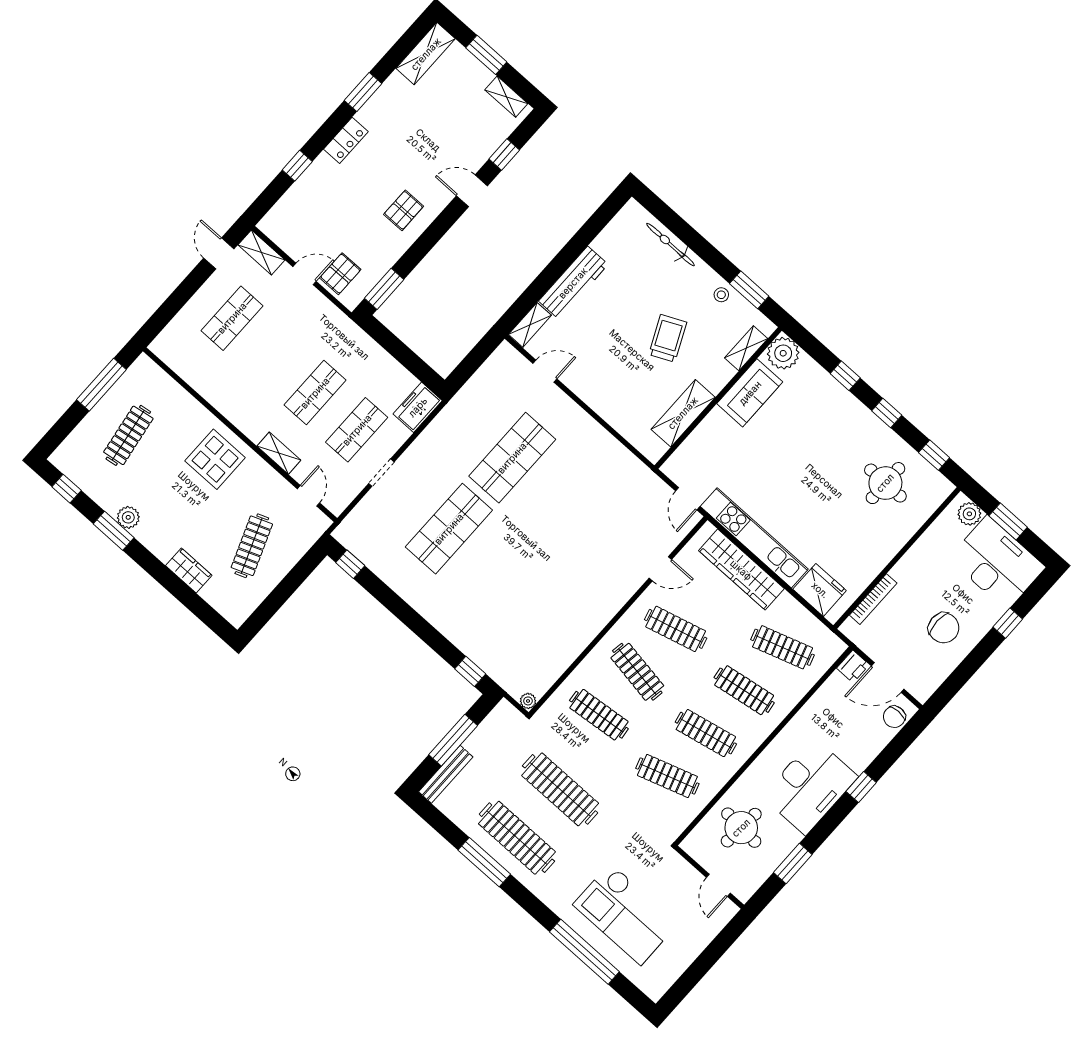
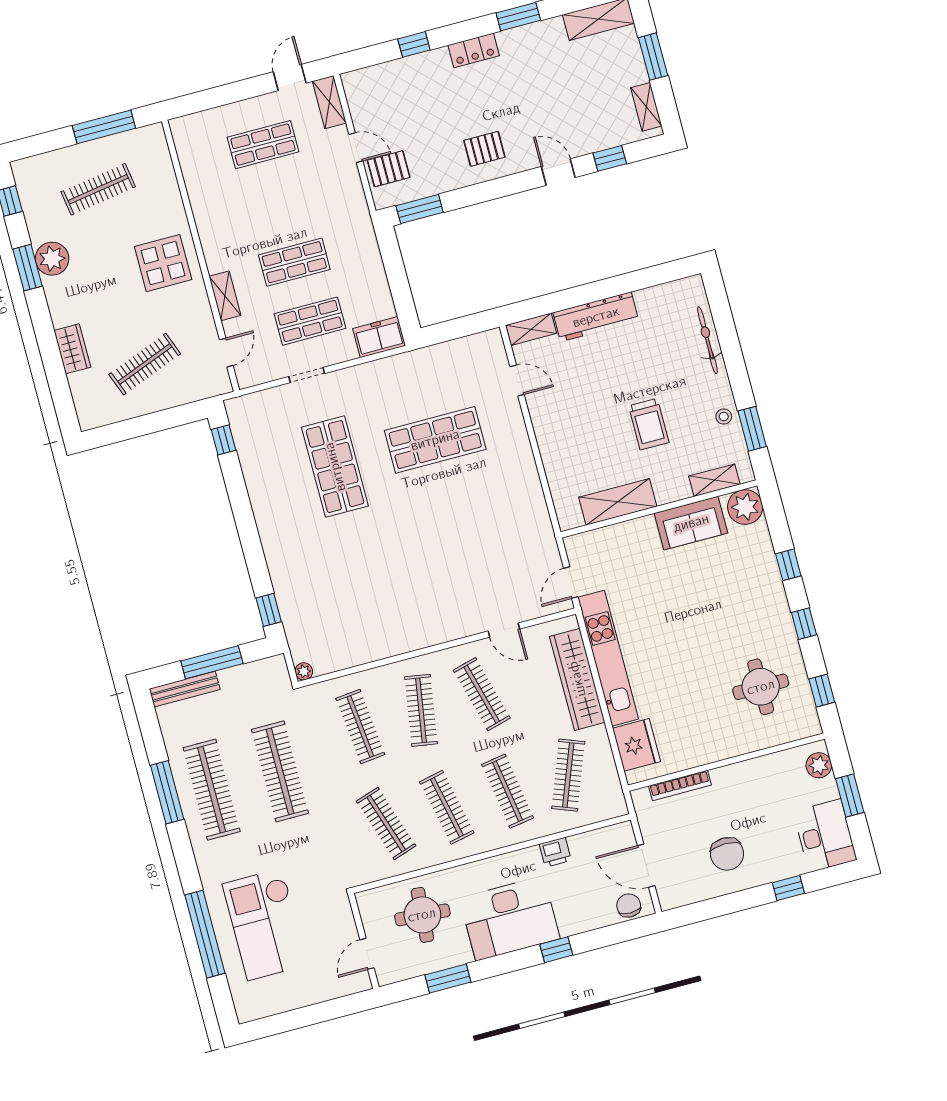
trolley: (668, 338) -> (649, 424), turned 115
plant: (128, 517) -> (52, 259), width x1.36, depth x1.36
shop shelf: (449, 529) -> (335, 467), turned 90
desk: (997, 563) -> (825, 836), width x0.73, depth x0.77
clothes rail: (783, 647) -> (568, 775), turned 39
printer: (853, 666) -> (555, 852), moved
chair: (894, 717) -> (629, 905), turned 90

